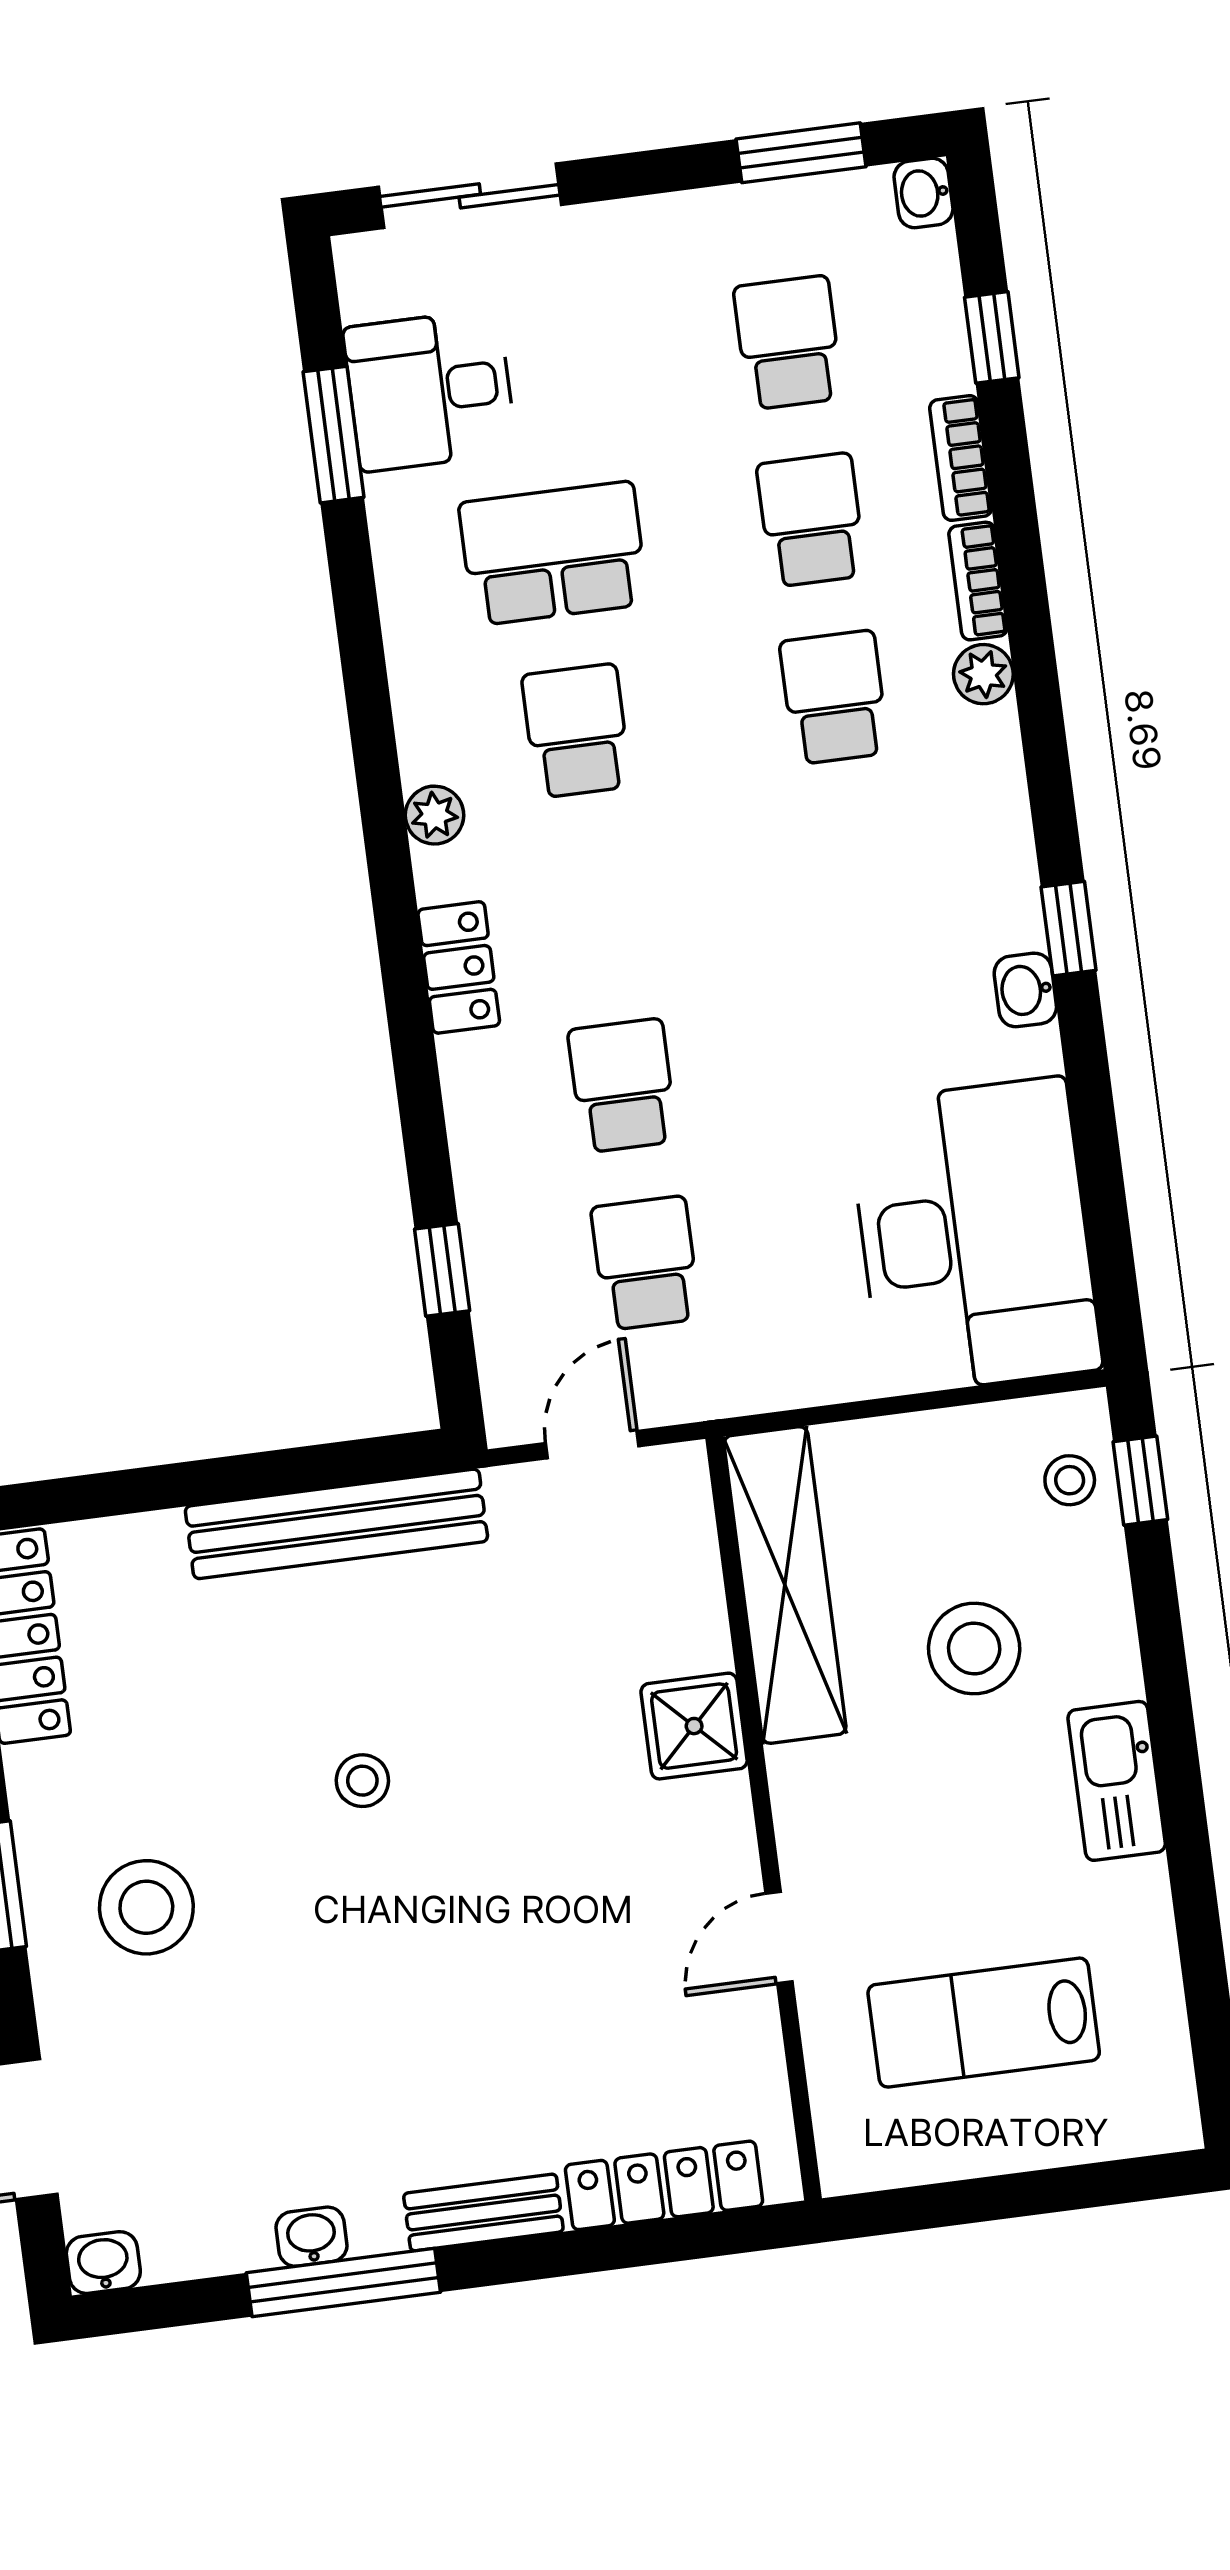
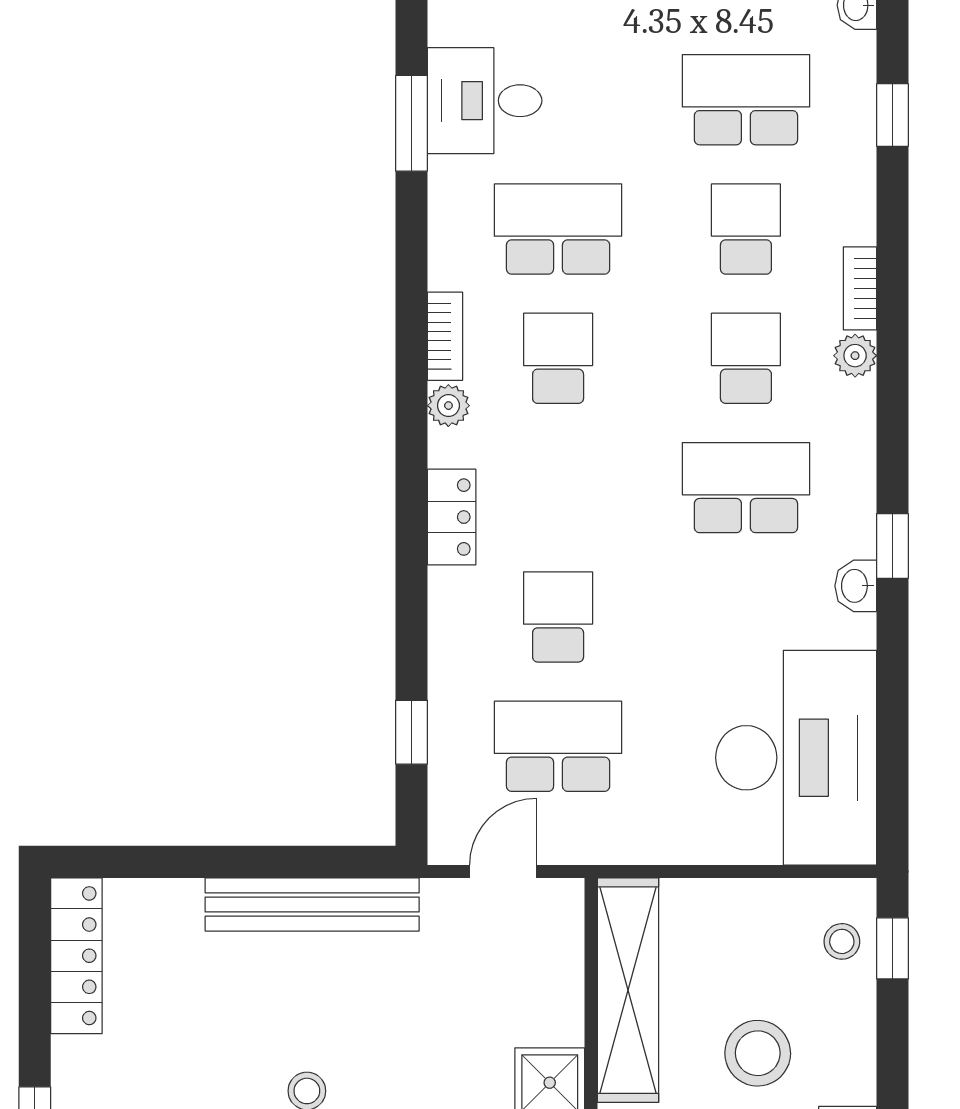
school desk: (788, 343) -> (746, 100), width x1.85
bookcase: (961, 458) -> (445, 336), moved, turned 180
school desk: (857, 875) -> (746, 488), added
school desk: (646, 1263) -> (558, 746), width x1.85

